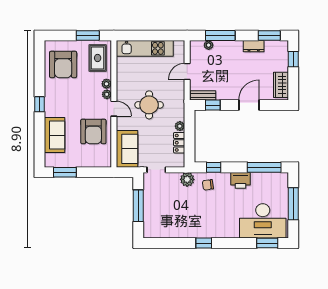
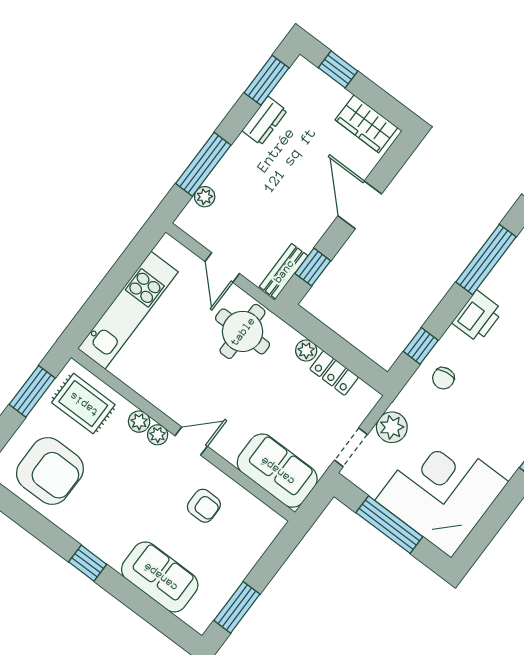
round table: (149, 105) -> (243, 331), moved
armchair: (93, 131) -> (204, 506), width x0.53, depth x0.53
plant: (187, 179) -> (392, 427), moved
corner desk: (166, 216) -> (442, 491), added

